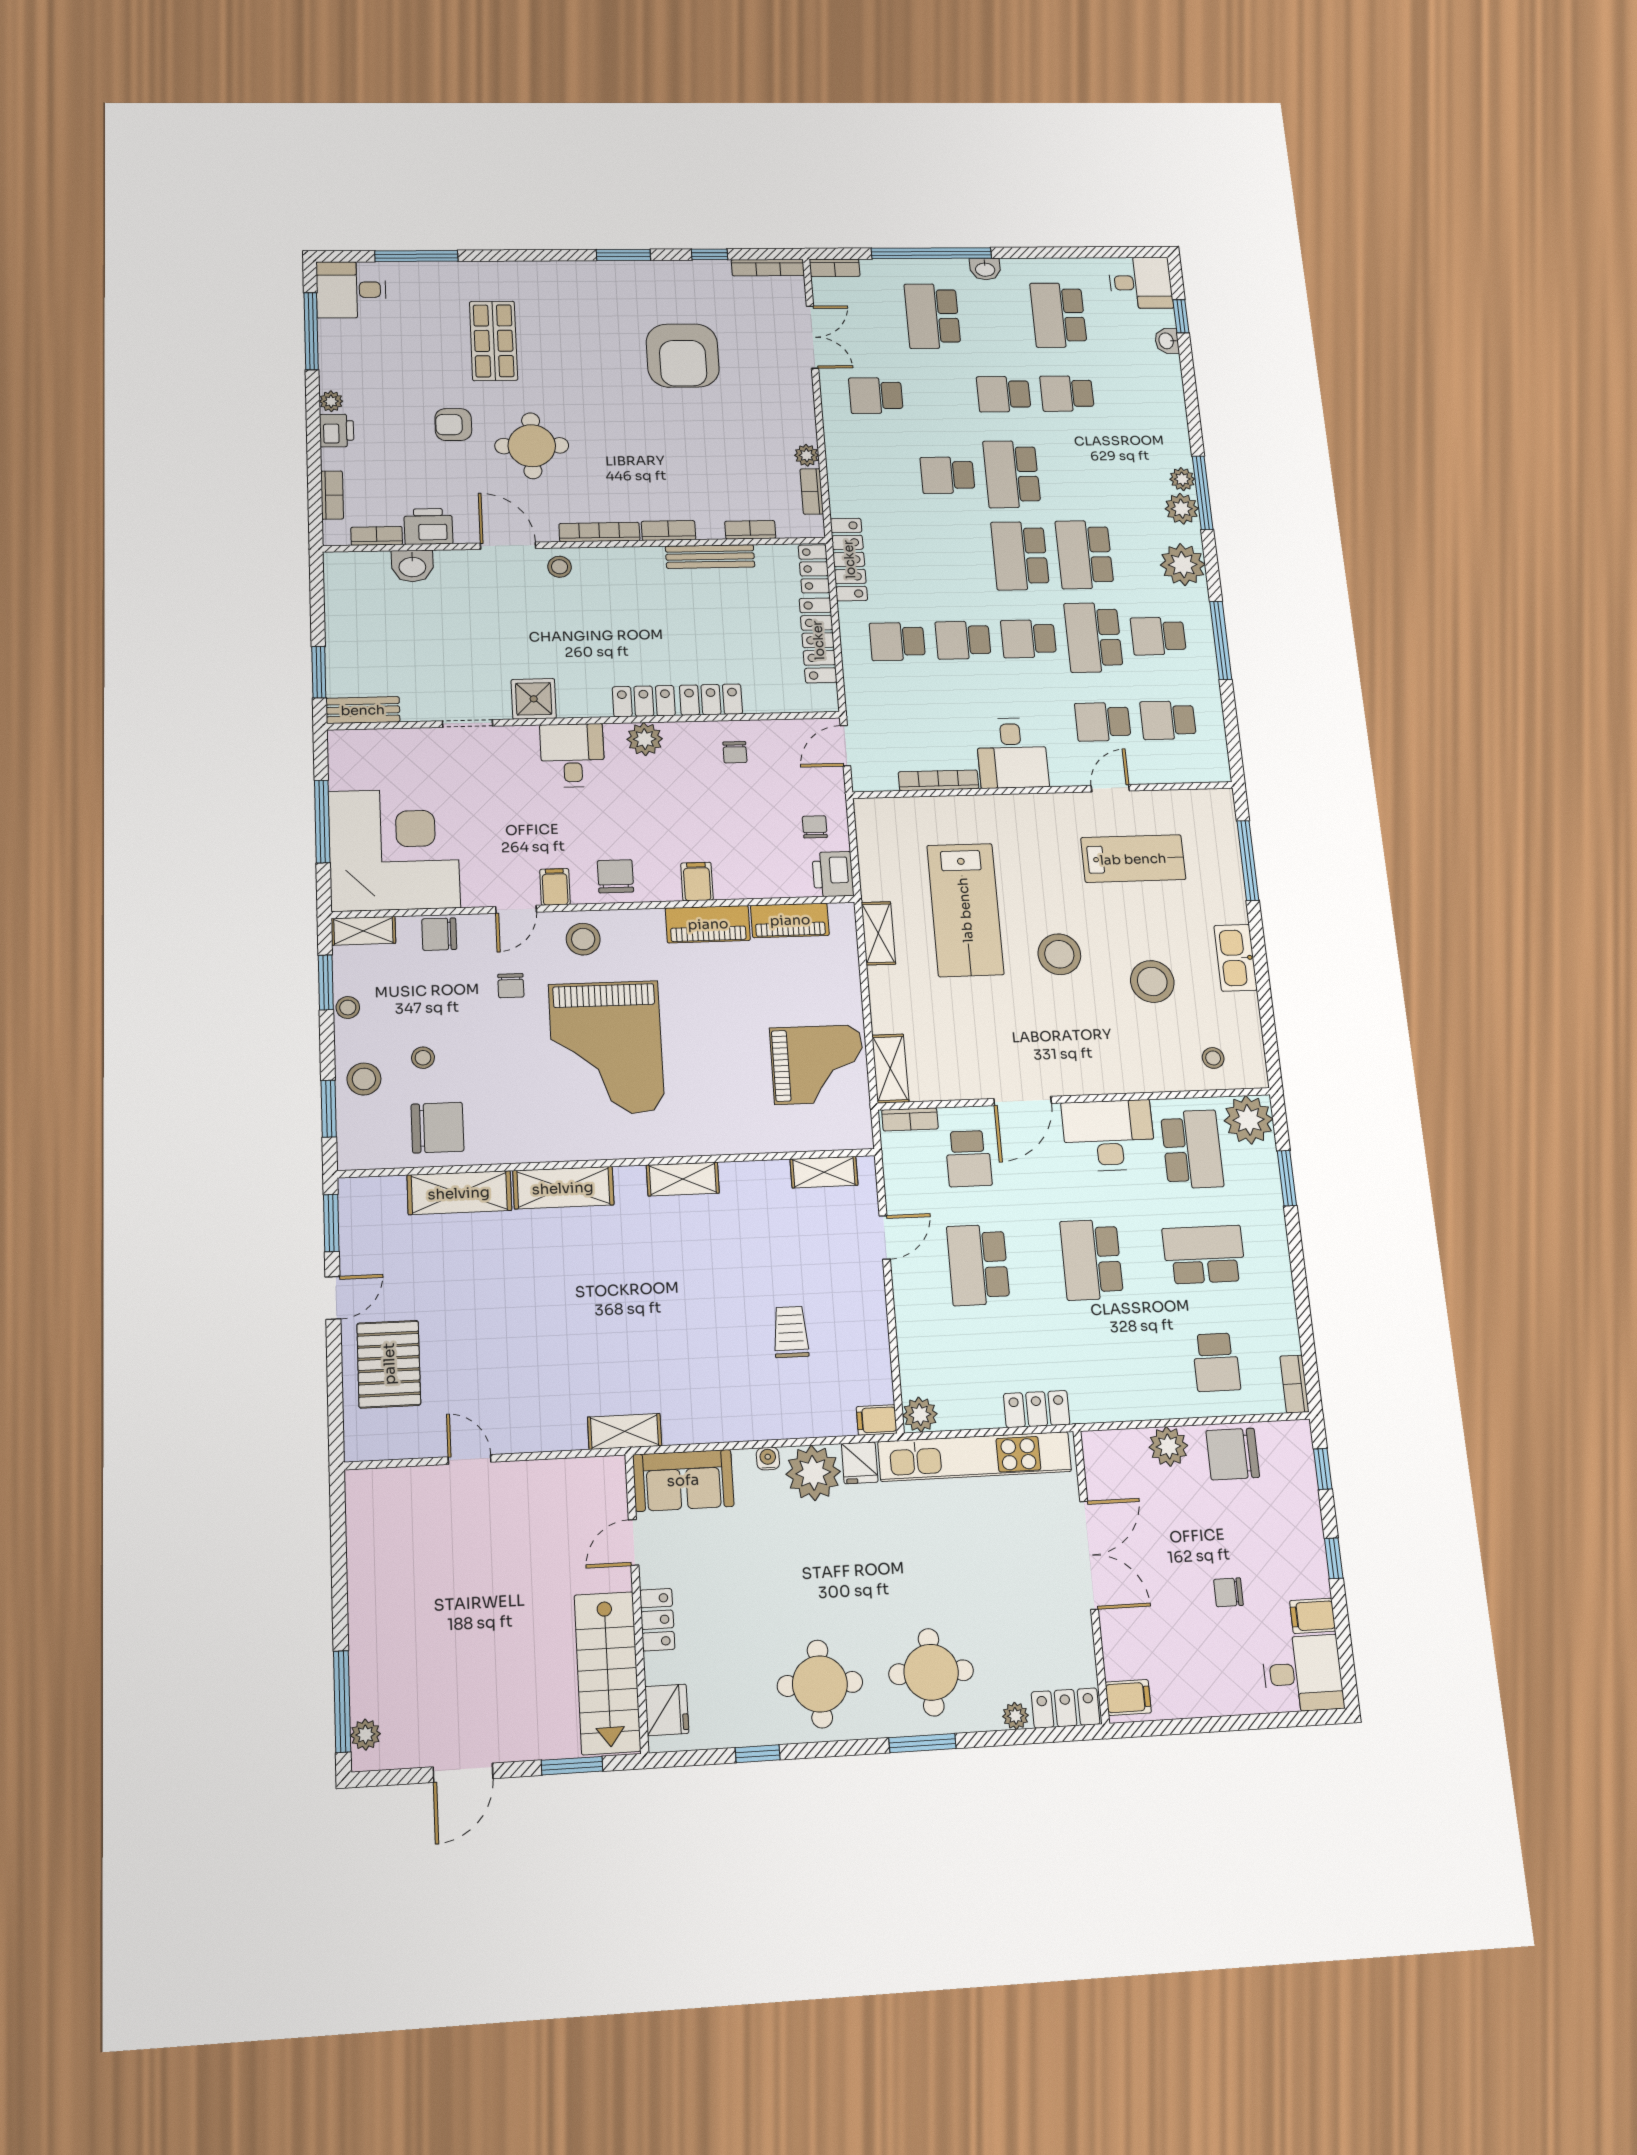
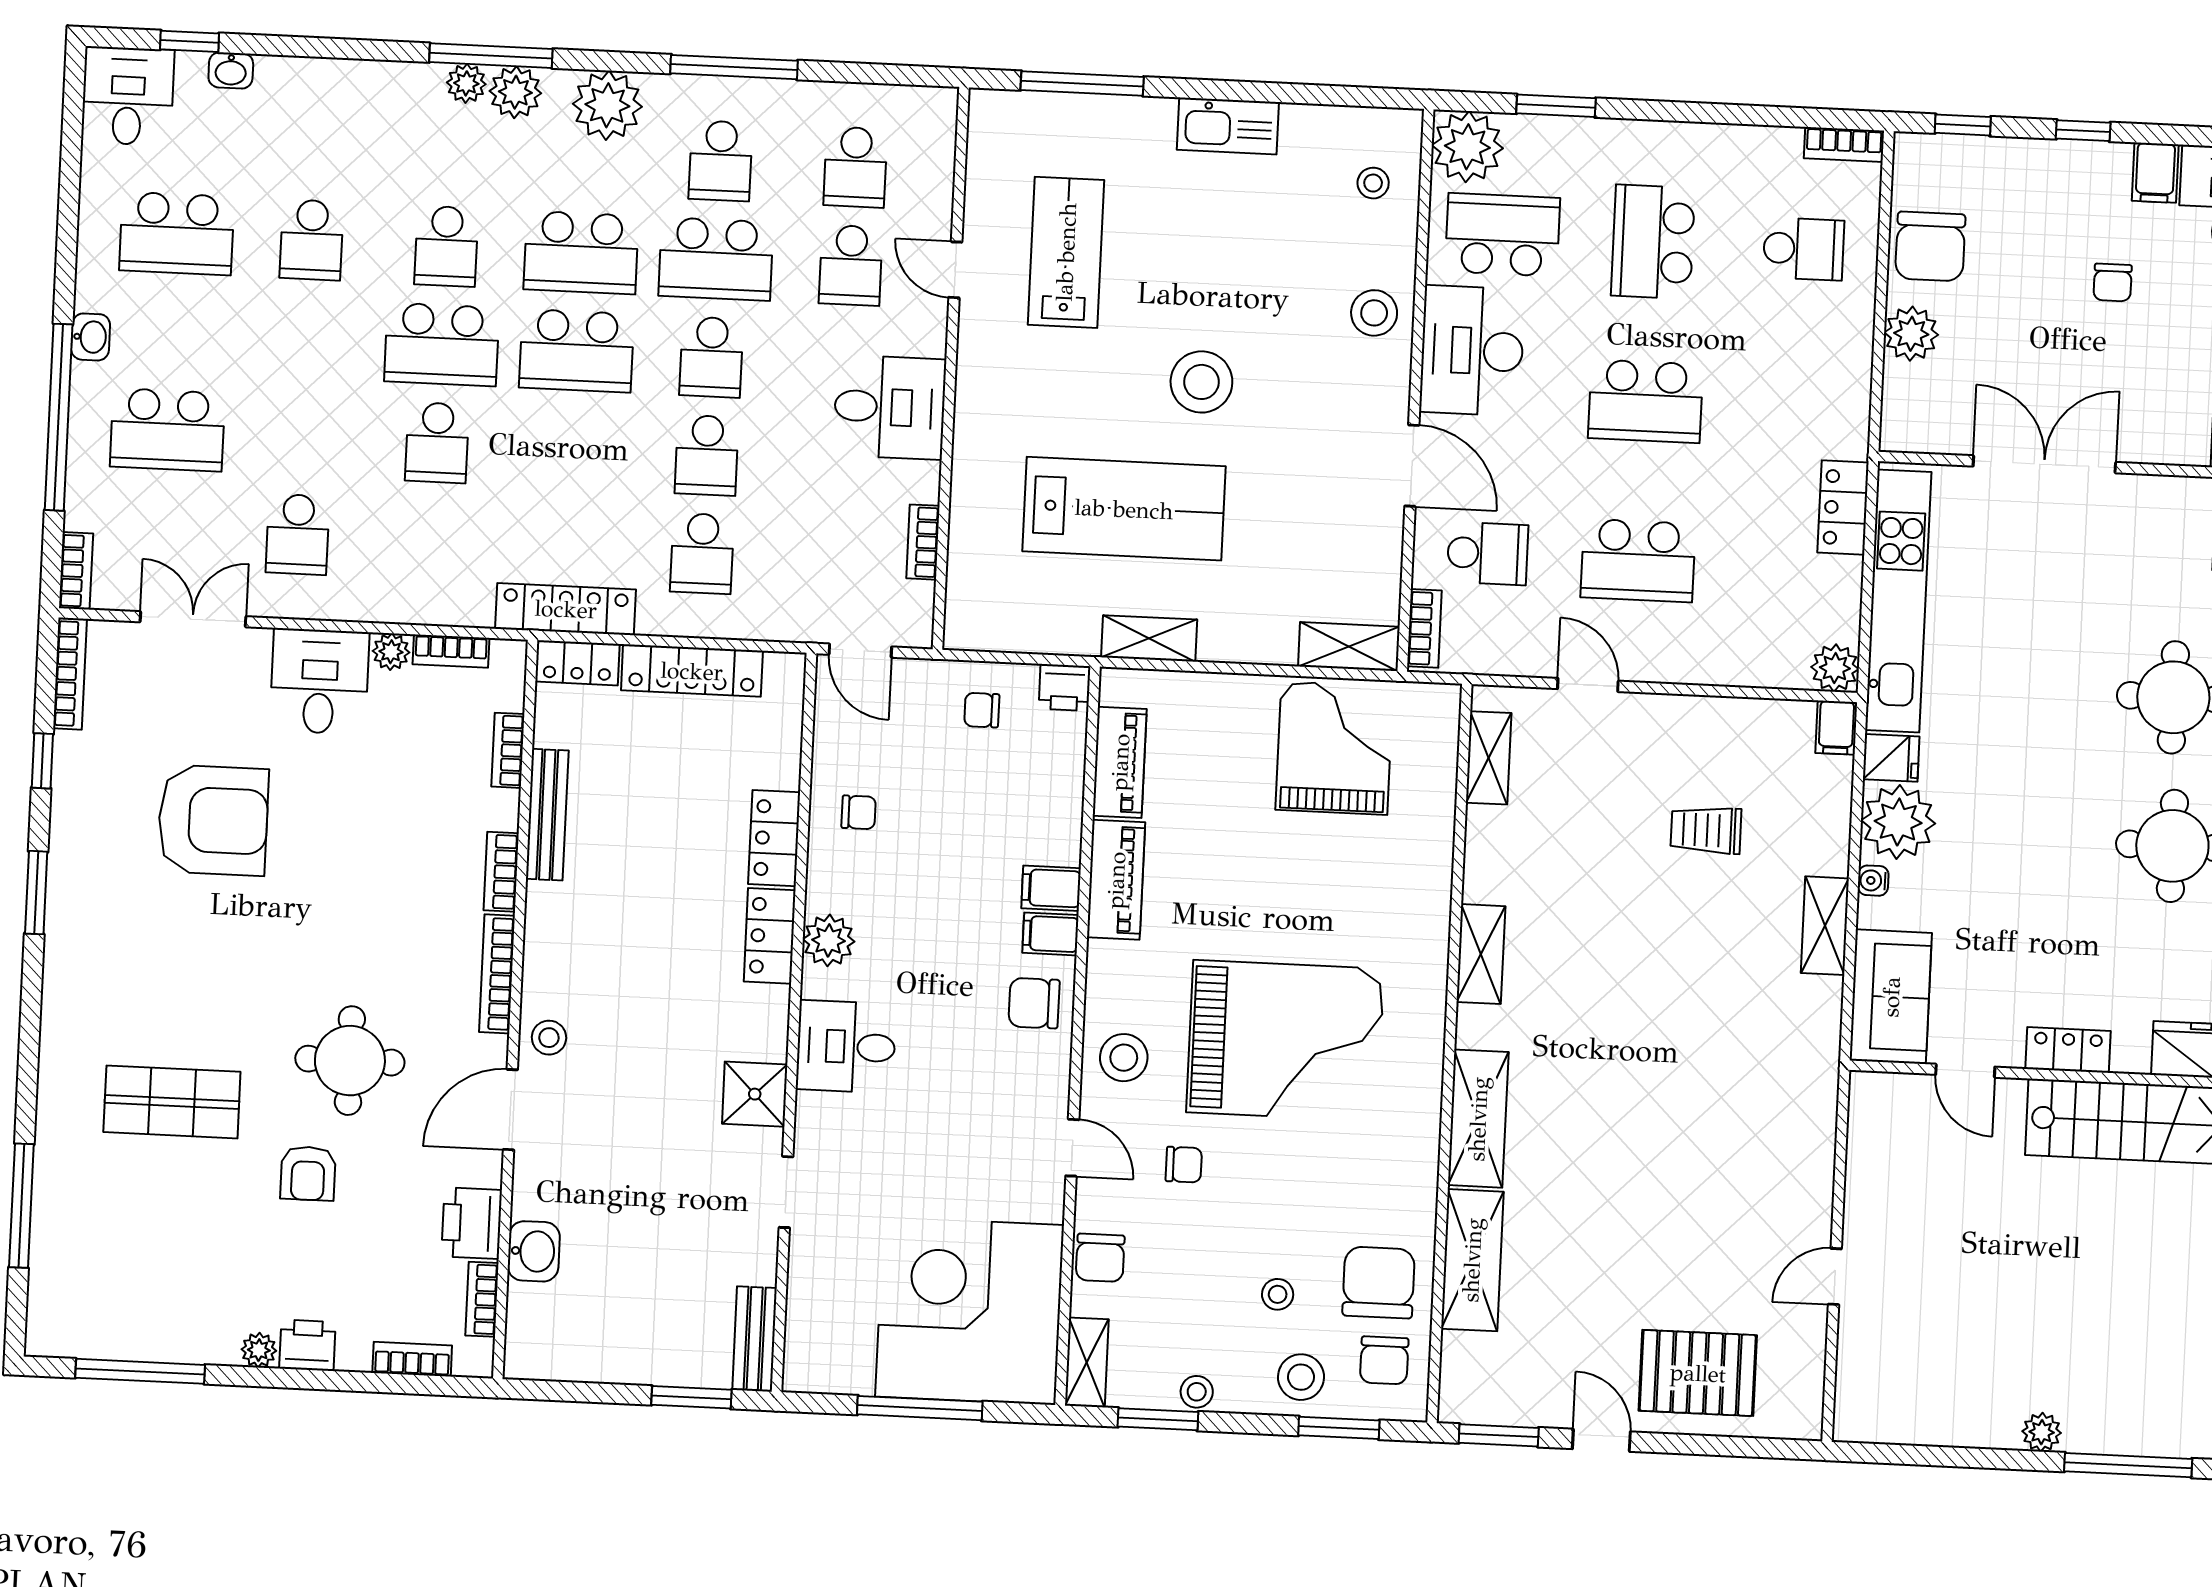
desk: (351, 290) -> (320, 681), moved, turned 180
school desk: (1004, 394) -> (446, 246), moved
bookcase: (938, 780) -> (923, 542), width x0.64
printer: (833, 874) -> (1064, 688), width x0.73, depth x0.81
filing cabinet: (555, 887) -> (1051, 934), moved
stool: (1152, 981) -> (1374, 313), moved, width x0.73, depth x0.73
chair: (381, 1136) -> (1384, 1360), added
shelving: (625, 1431) -> (1825, 926), moved
plant: (365, 1735) -> (2042, 1432), moved

